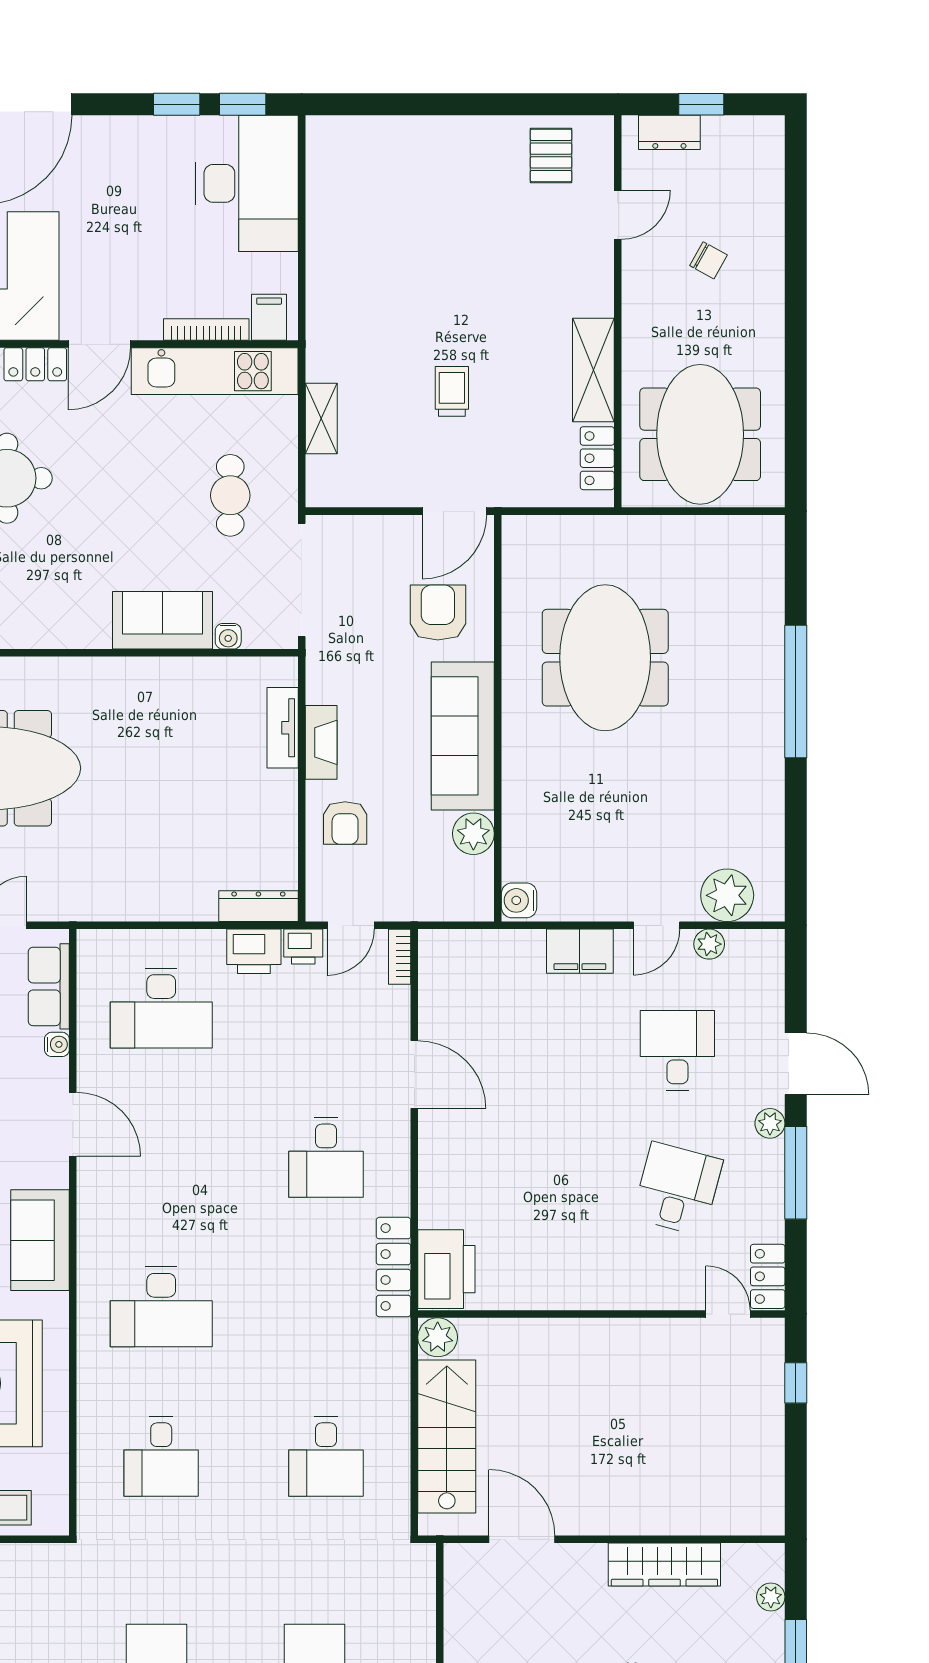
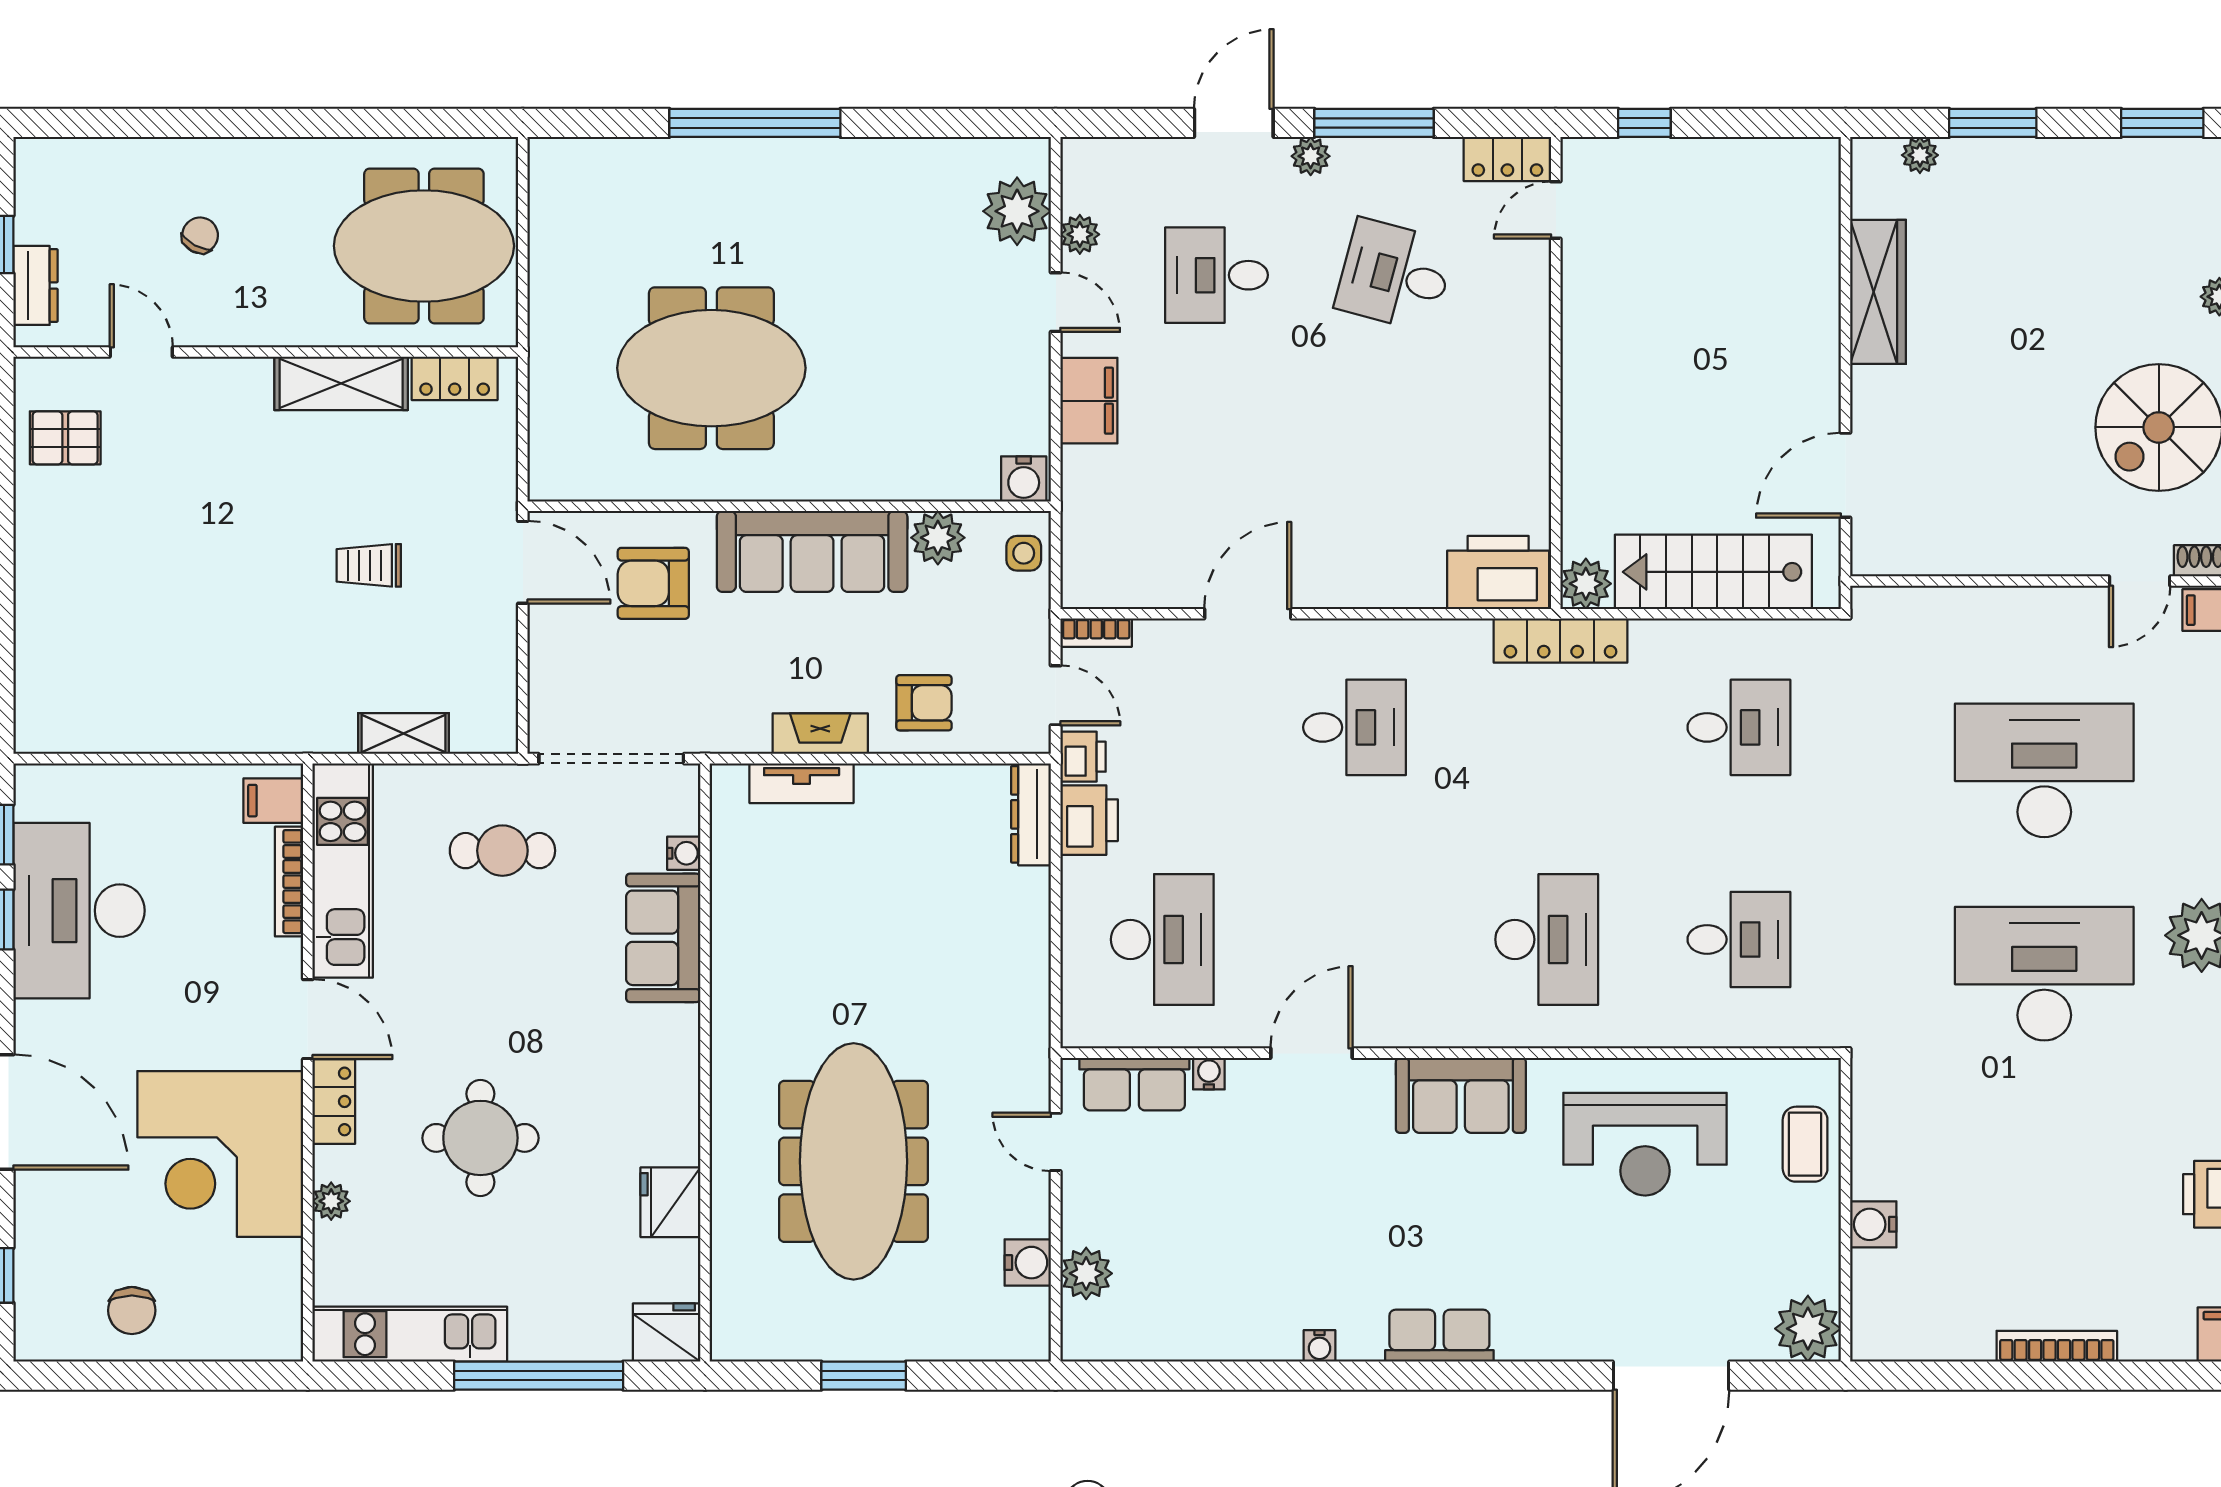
desk: (247, 183) -> (79, 911), moved, turned -90
side table: (461, 900) -> (1024, 553), added
locker: (393, 1267) -> (1560, 641), moved

